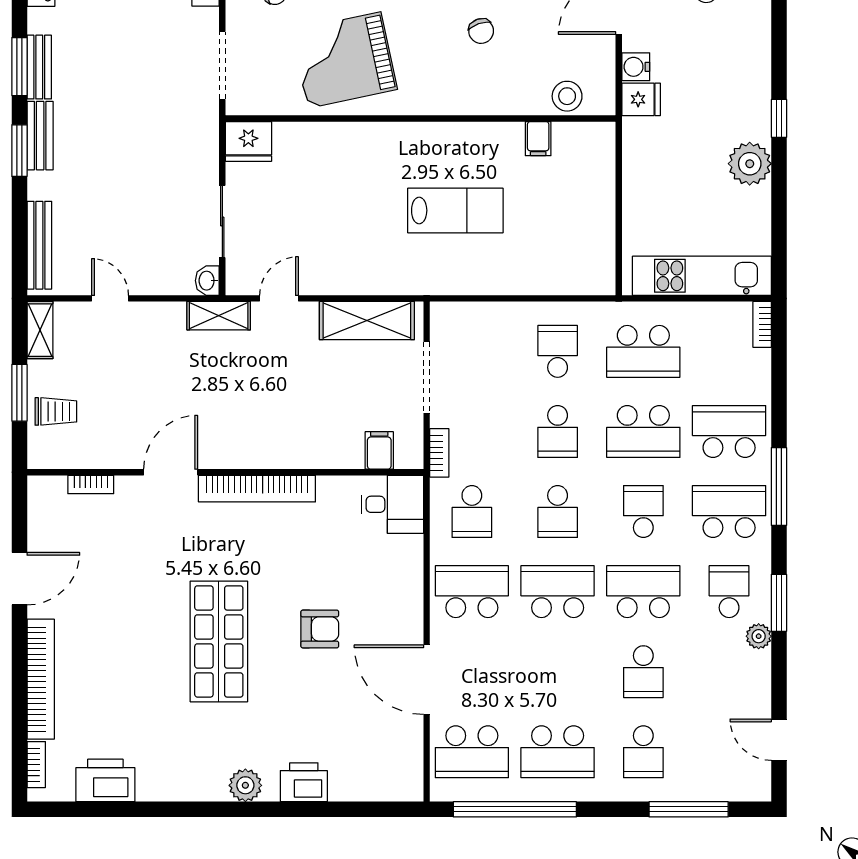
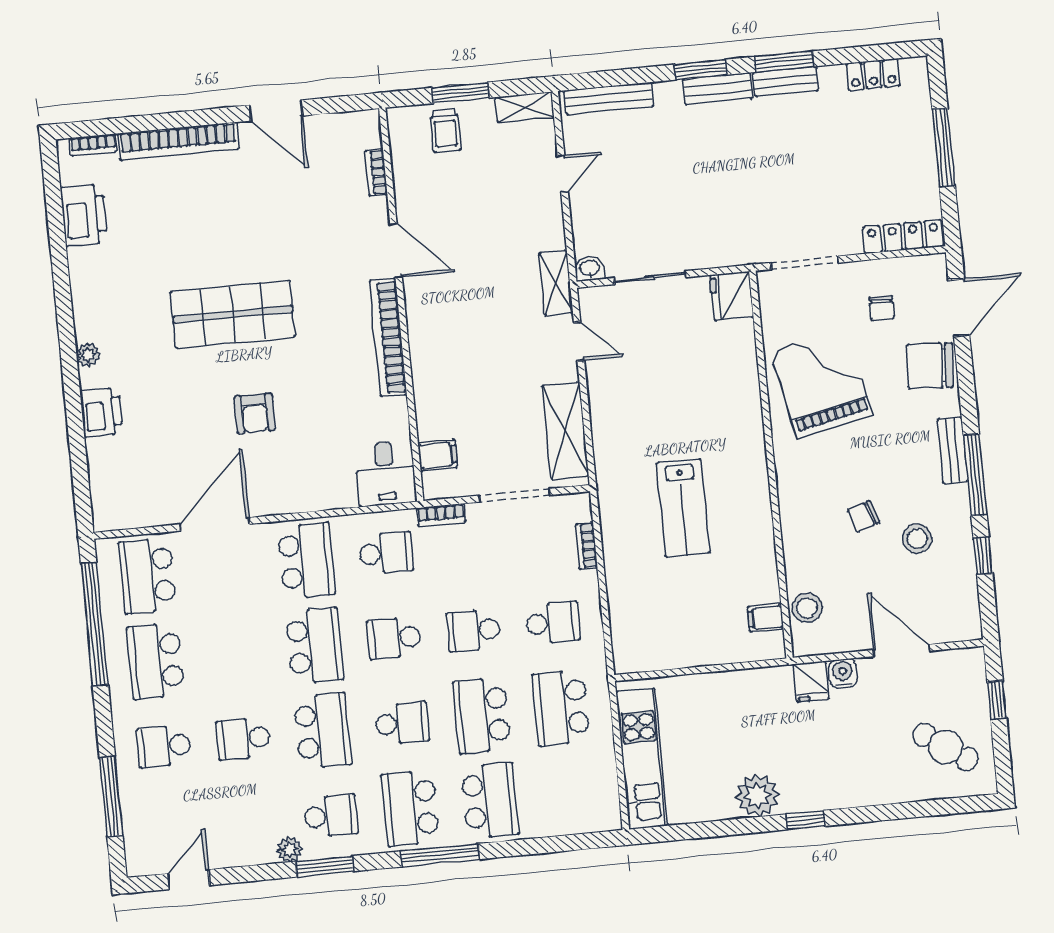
filing cabinet: (538, 139) -> (766, 618), moved
bookcase: (762, 324) -> (586, 546), moved, turned -90
school desk: (472, 512) -> (386, 553), turned 180
school desk: (729, 512) -> (410, 808), turned 180
plant: (245, 785) -> (88, 355), width x0.73, depth x0.73

